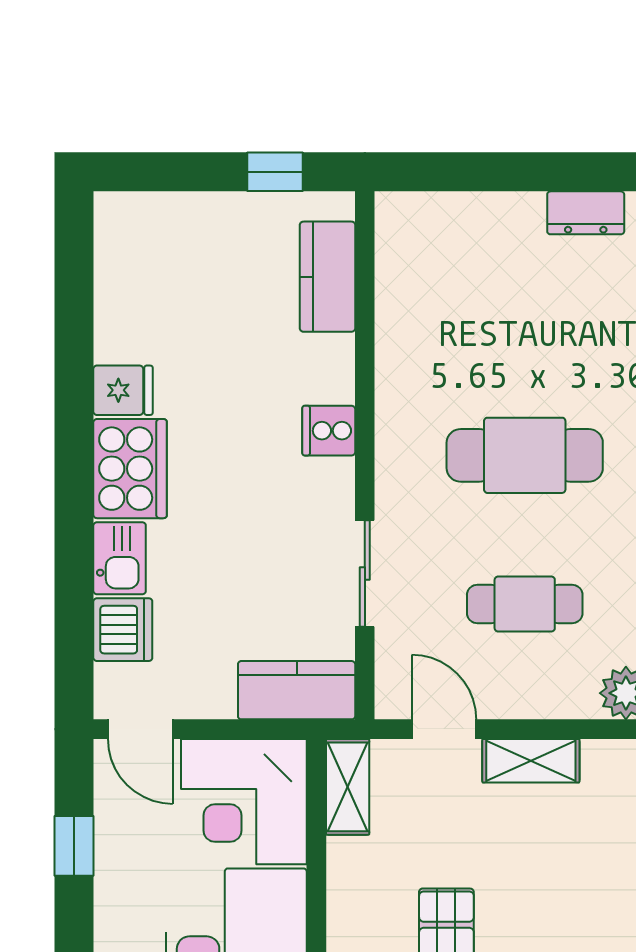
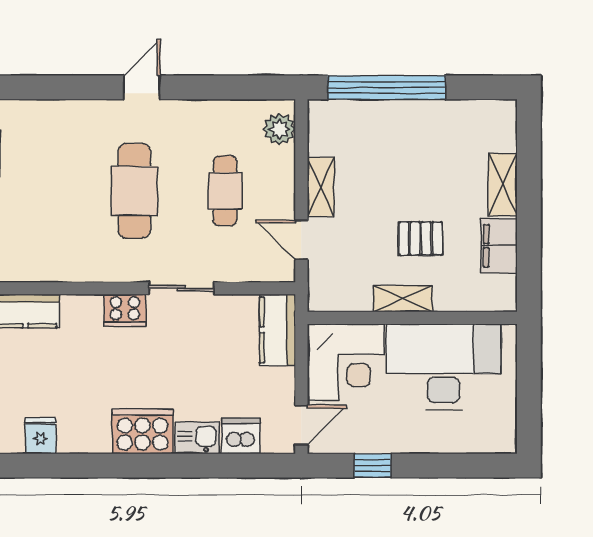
fridge: (123, 390) -> (40, 436), moved
cooker: (329, 431) -> (125, 310), width x1.36
sliding door: (365, 573) -> (181, 288), moved
door: (444, 729) -> (301, 240), hinge flipped
shelving: (348, 787) -> (403, 299), moved

